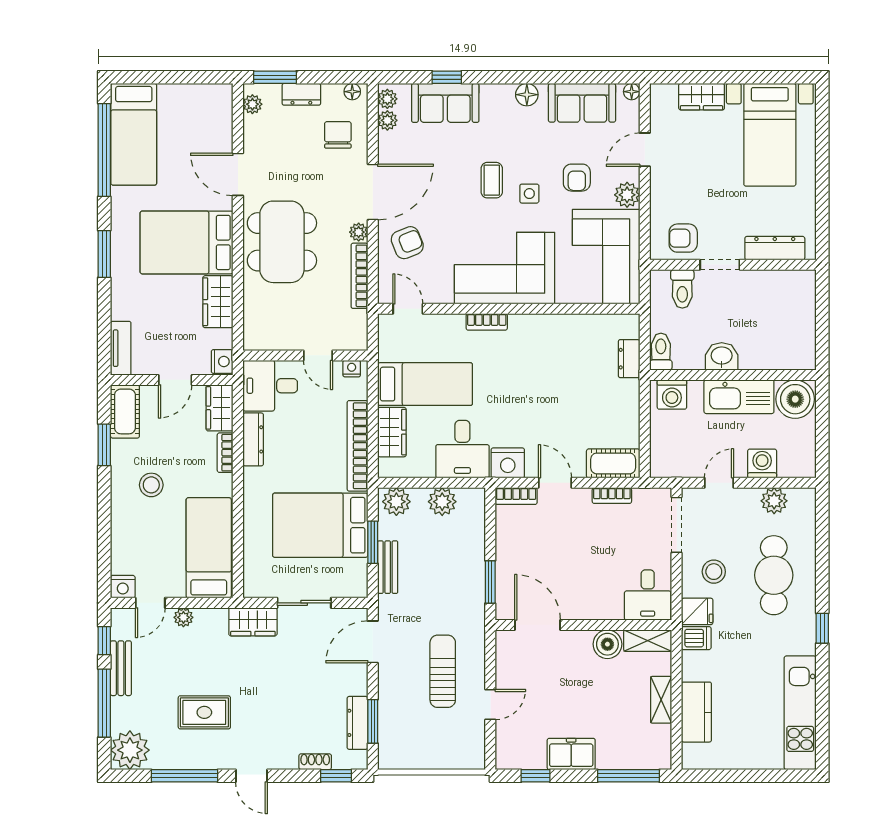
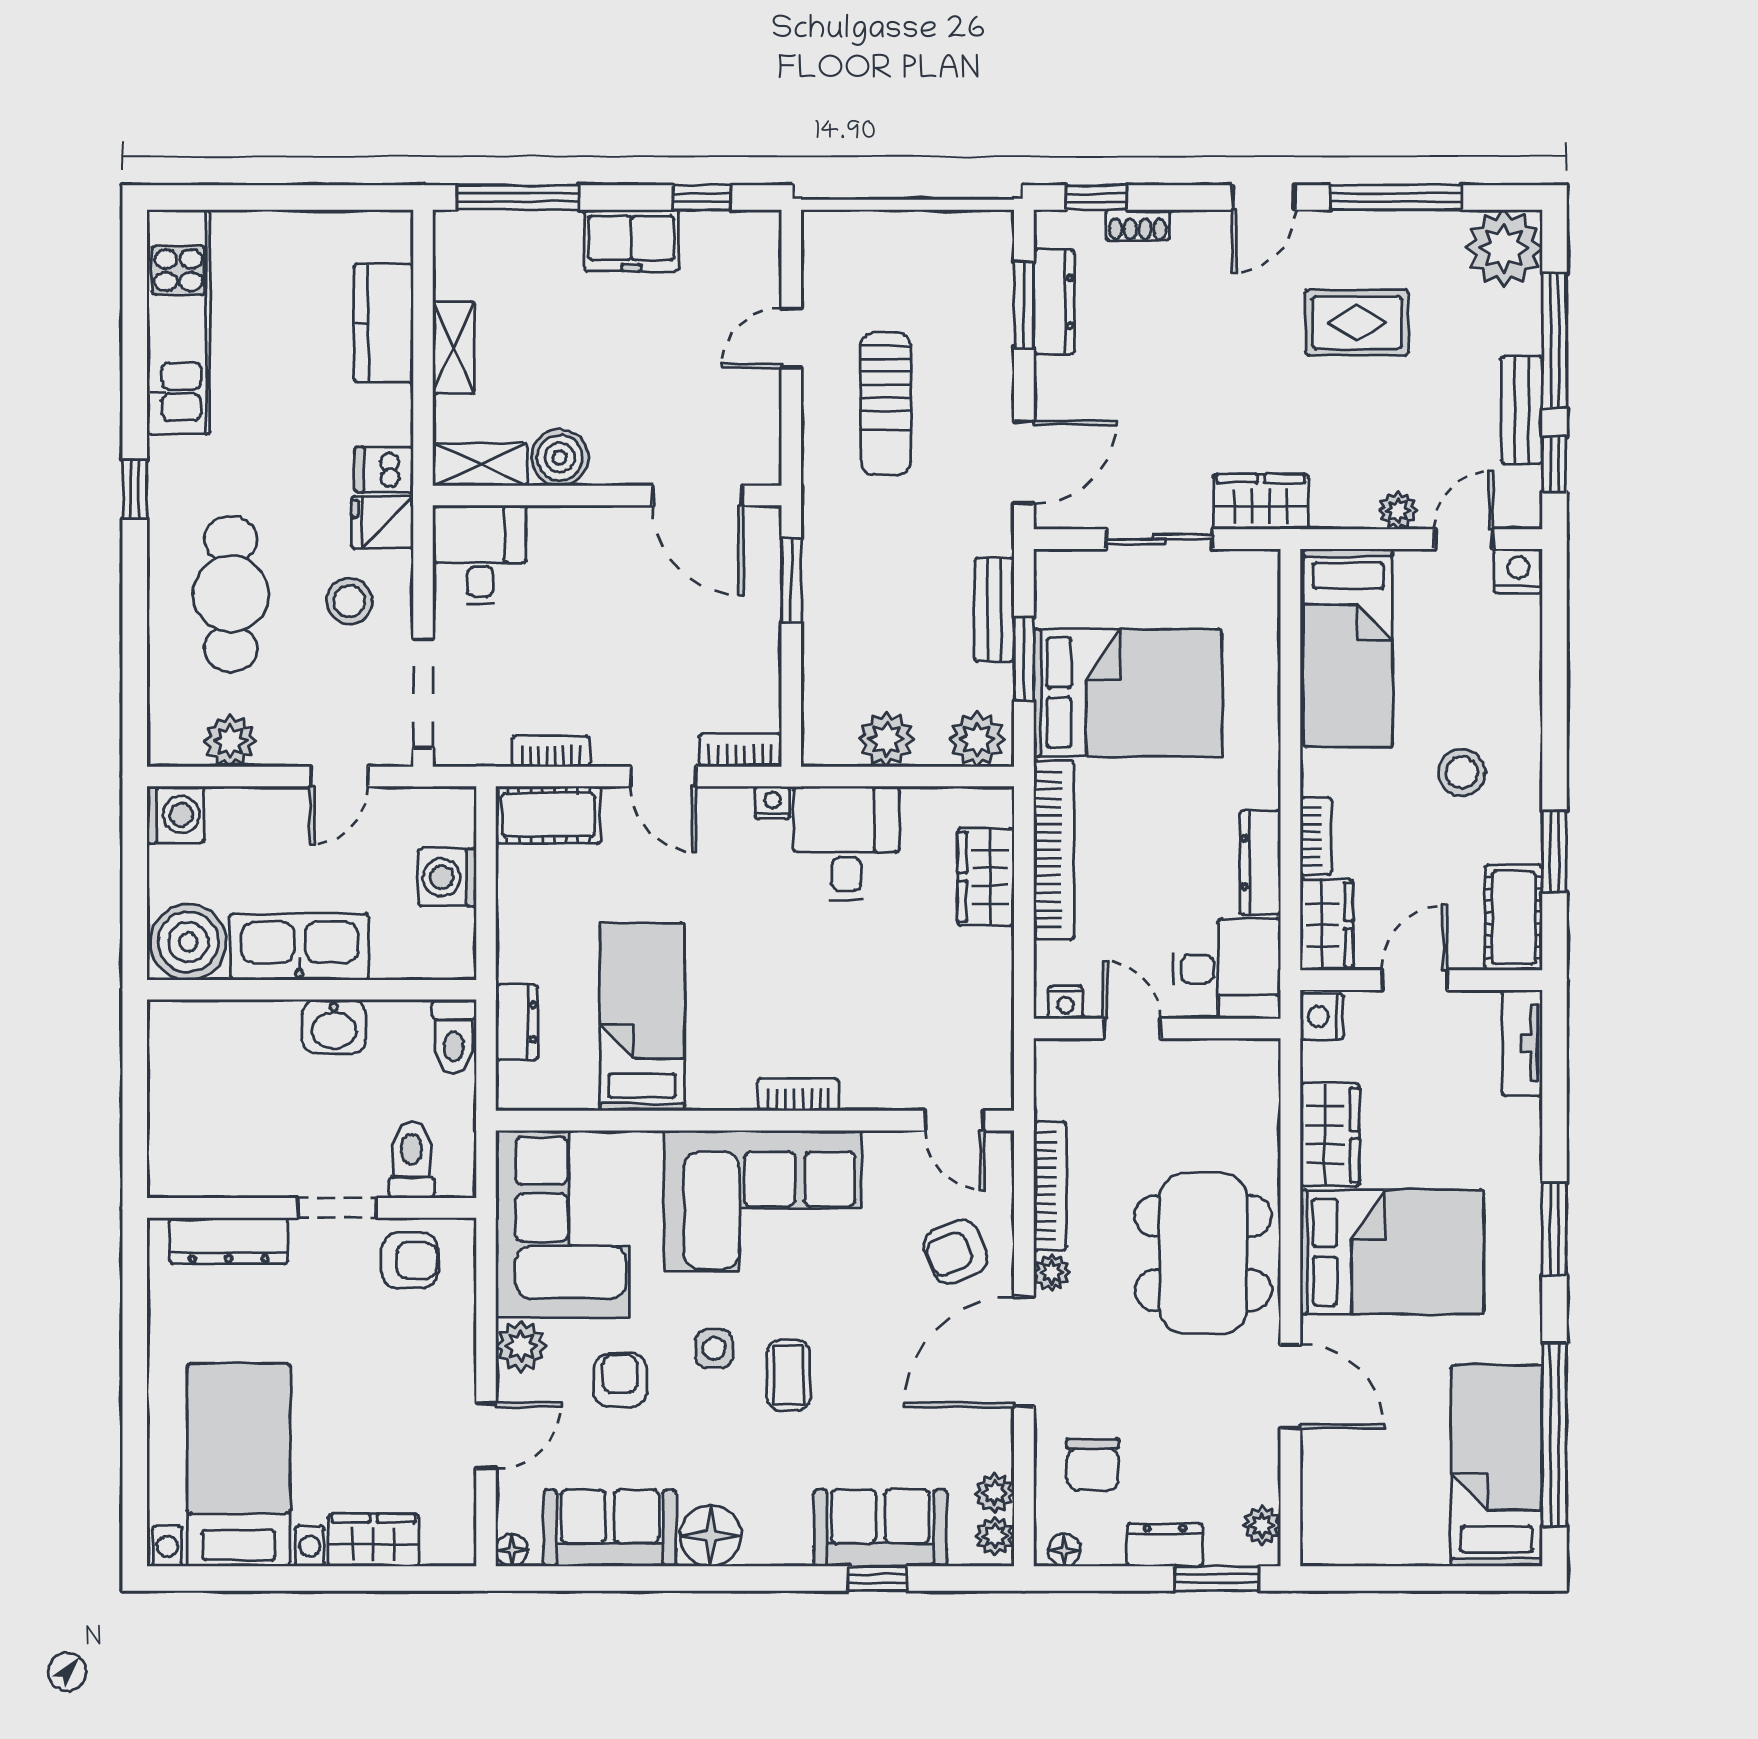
floor lamp: (527, 95) -> (711, 1536), width x1.38, depth x1.38
bed: (425, 384) -> (642, 1017), moved, turned 90
washing machine: (672, 395) -> (447, 877), moved, turned -90
nightstand: (508, 463) -> (772, 803), width x0.53, depth x0.56
washing machine: (762, 464) -> (175, 815), moved, turned -90
door: (251, 776) -> (1264, 197), swing flipped

